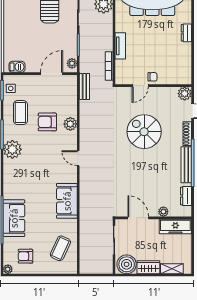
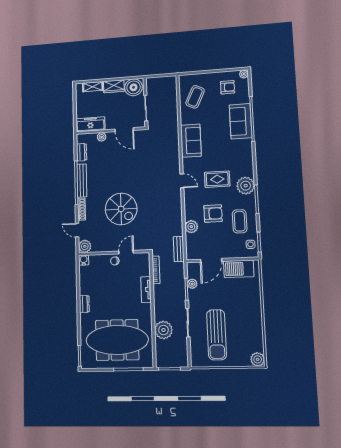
plant: (72, 63) -> (192, 284), moved
barbecue: (17, 67) -> (239, 269), width x1.88, depth x1.53
water cooler: (186, 79) -> (84, 260), added
plant: (70, 124) -> (191, 227), moved
rug: (41, 158) -> (217, 179), added

